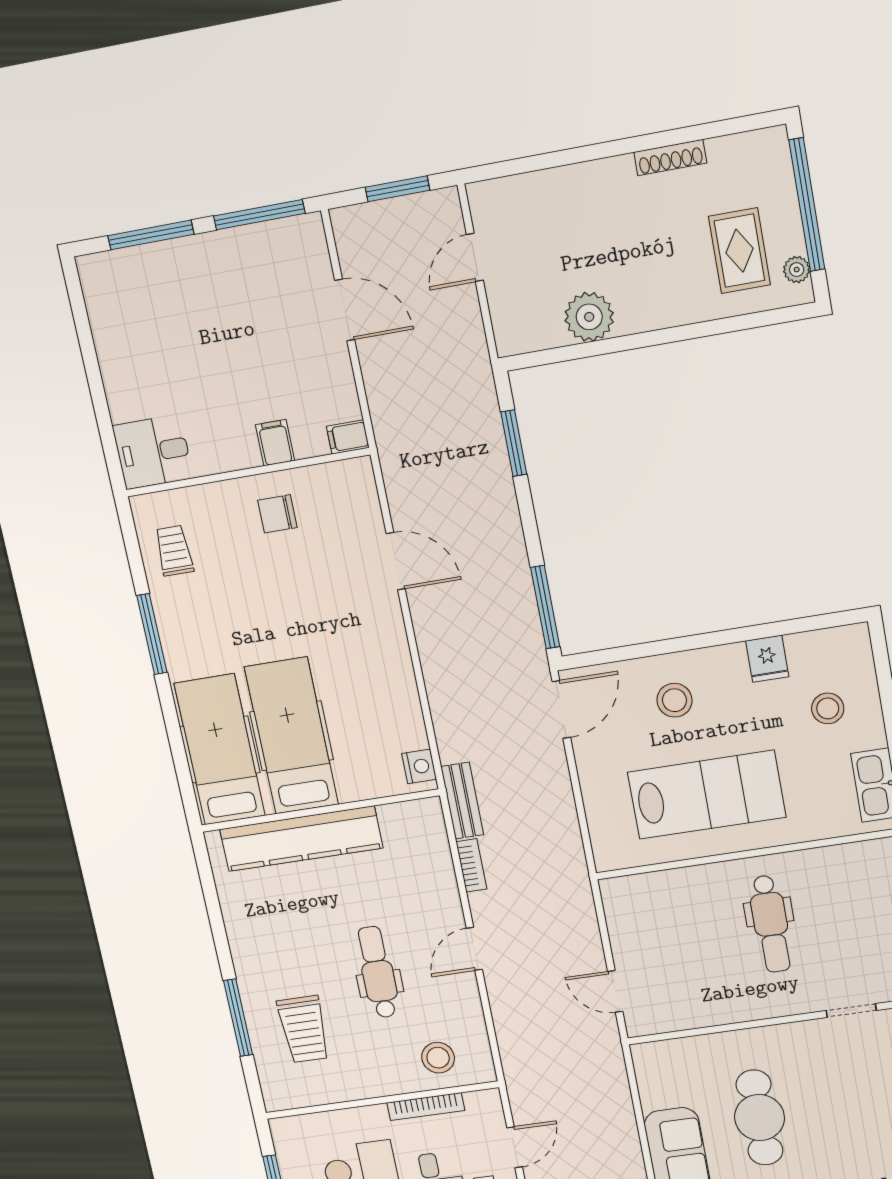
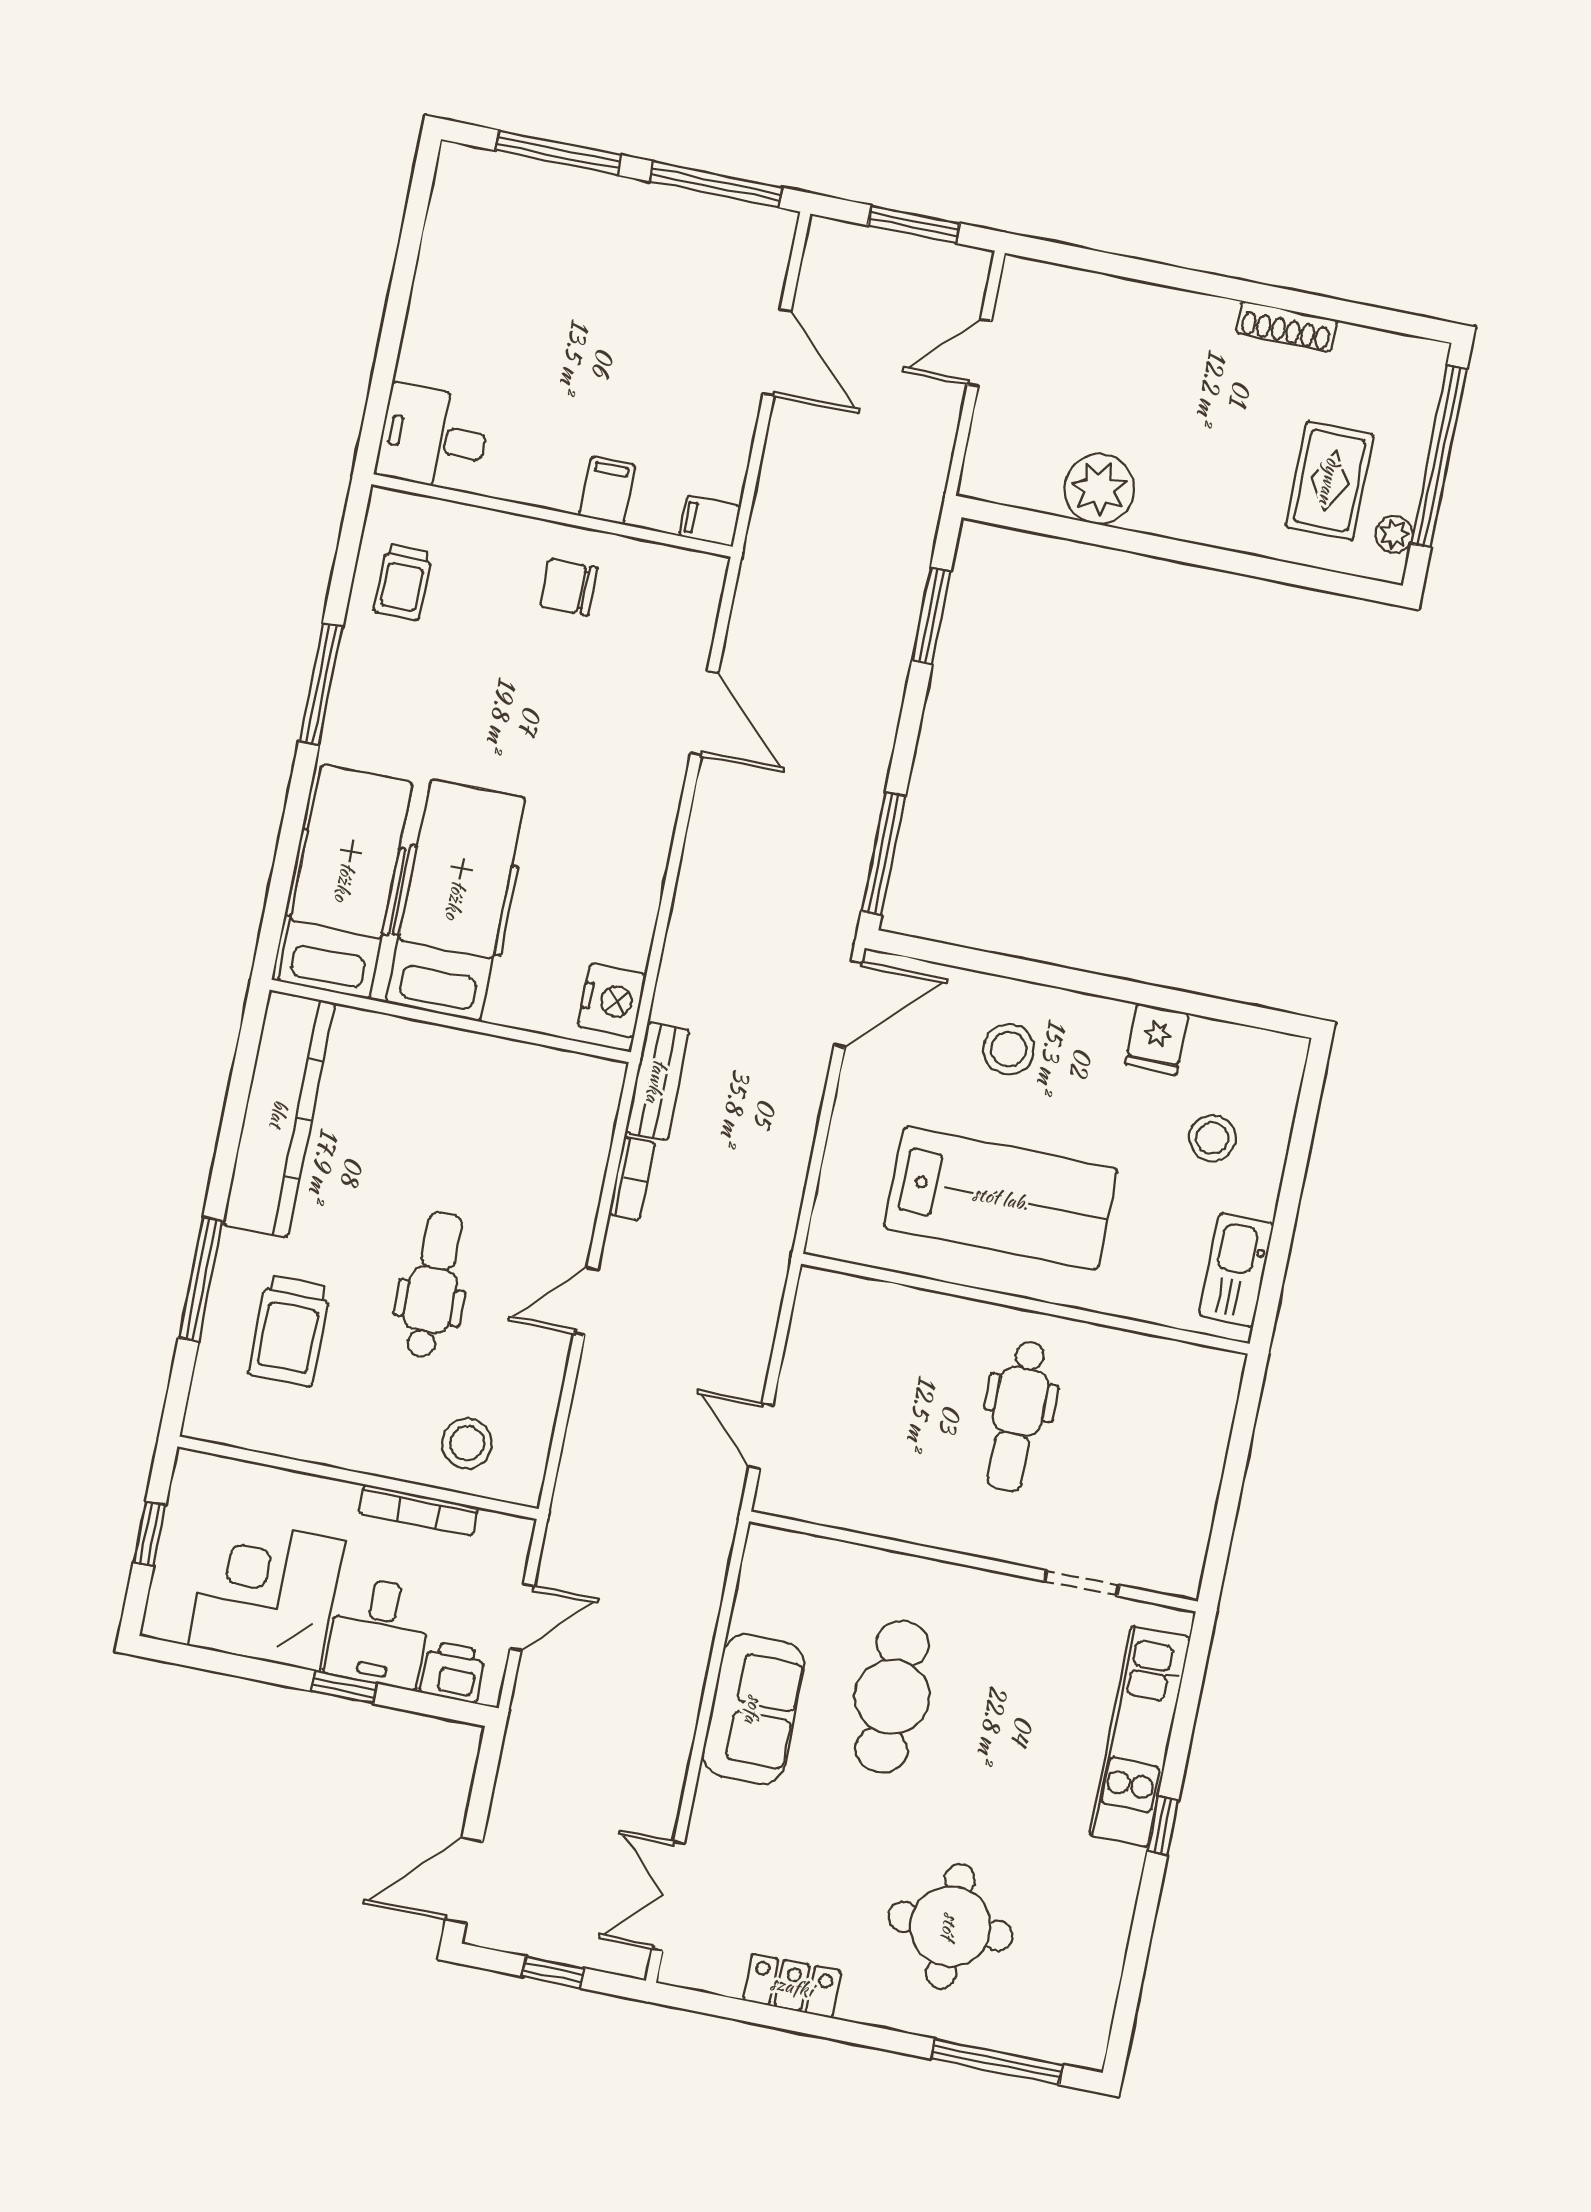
trolley: (174, 551) -> (403, 582), turned 180
nightstand: (419, 766) -> (612, 1000), width x1.36, depth x1.33
kitchen counter: (301, 839) -> (279, 1114), moved, turned -90

